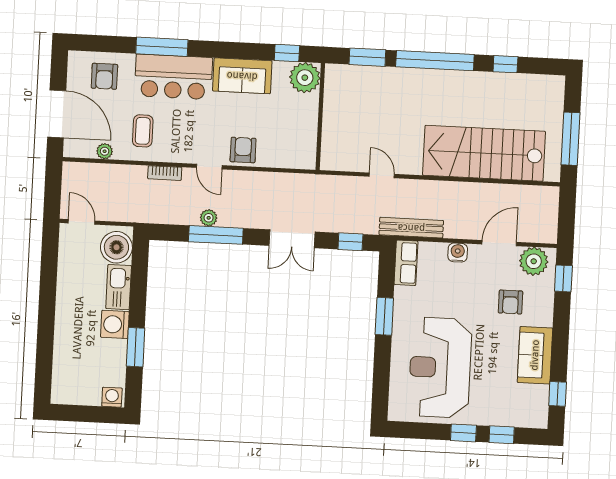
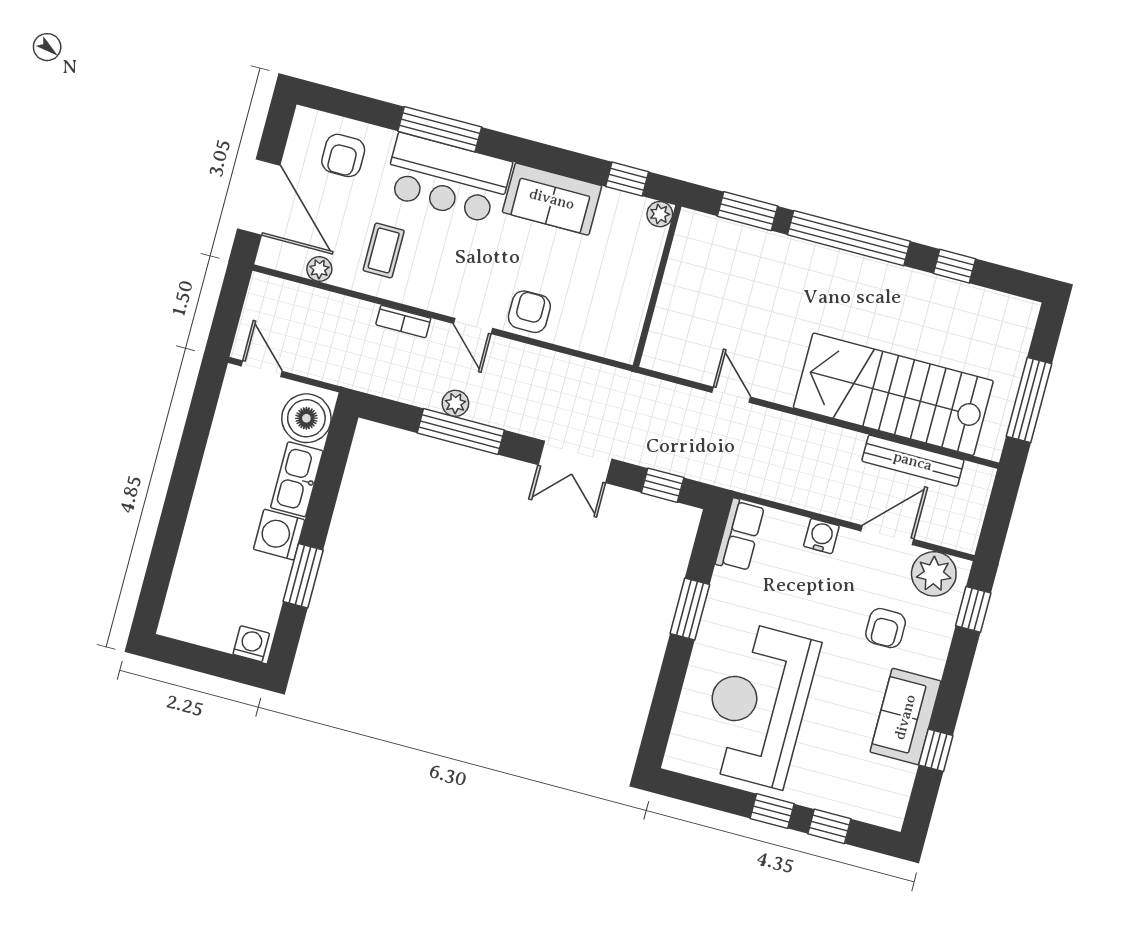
plant: (305, 78) -> (660, 214), width x0.53, depth x0.53
bench: (411, 228) -> (913, 461), moved
window: (558, 394) -> (936, 750), moved

